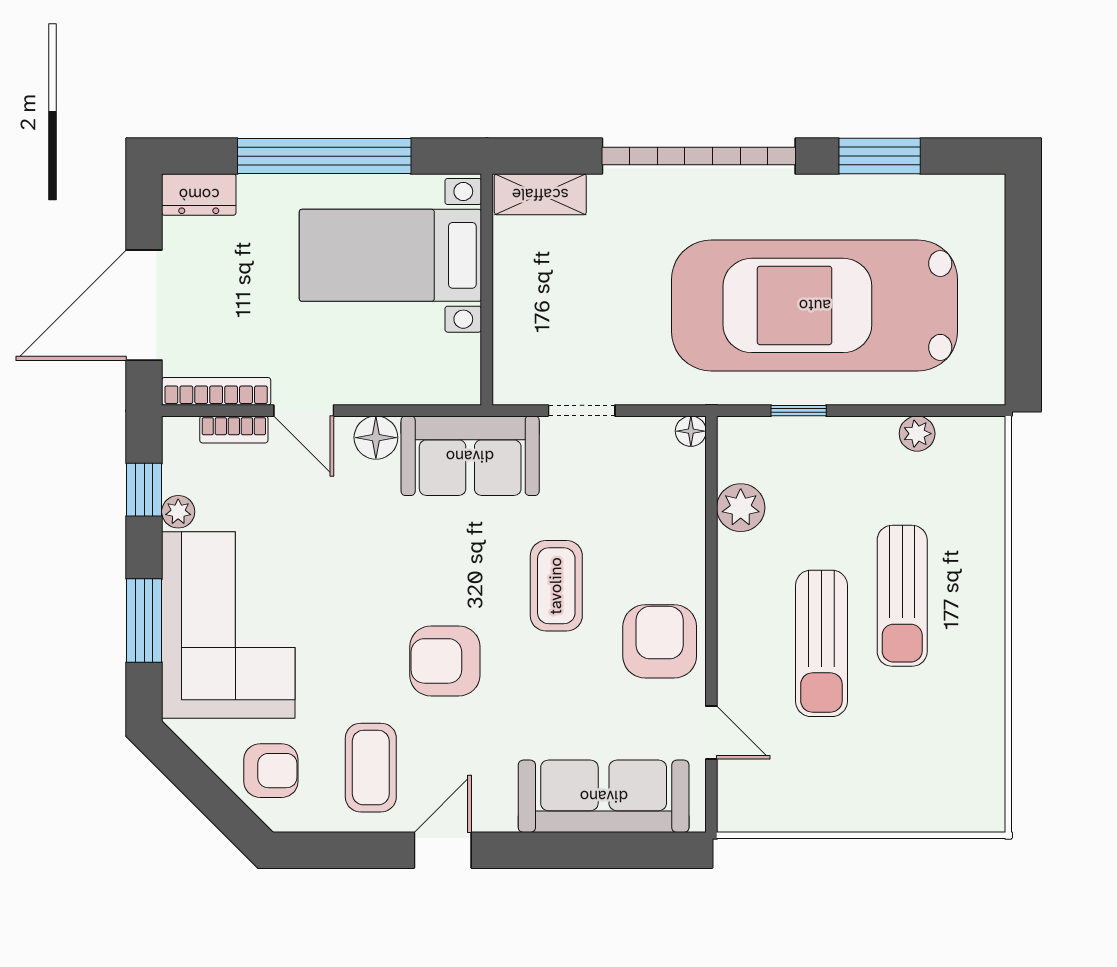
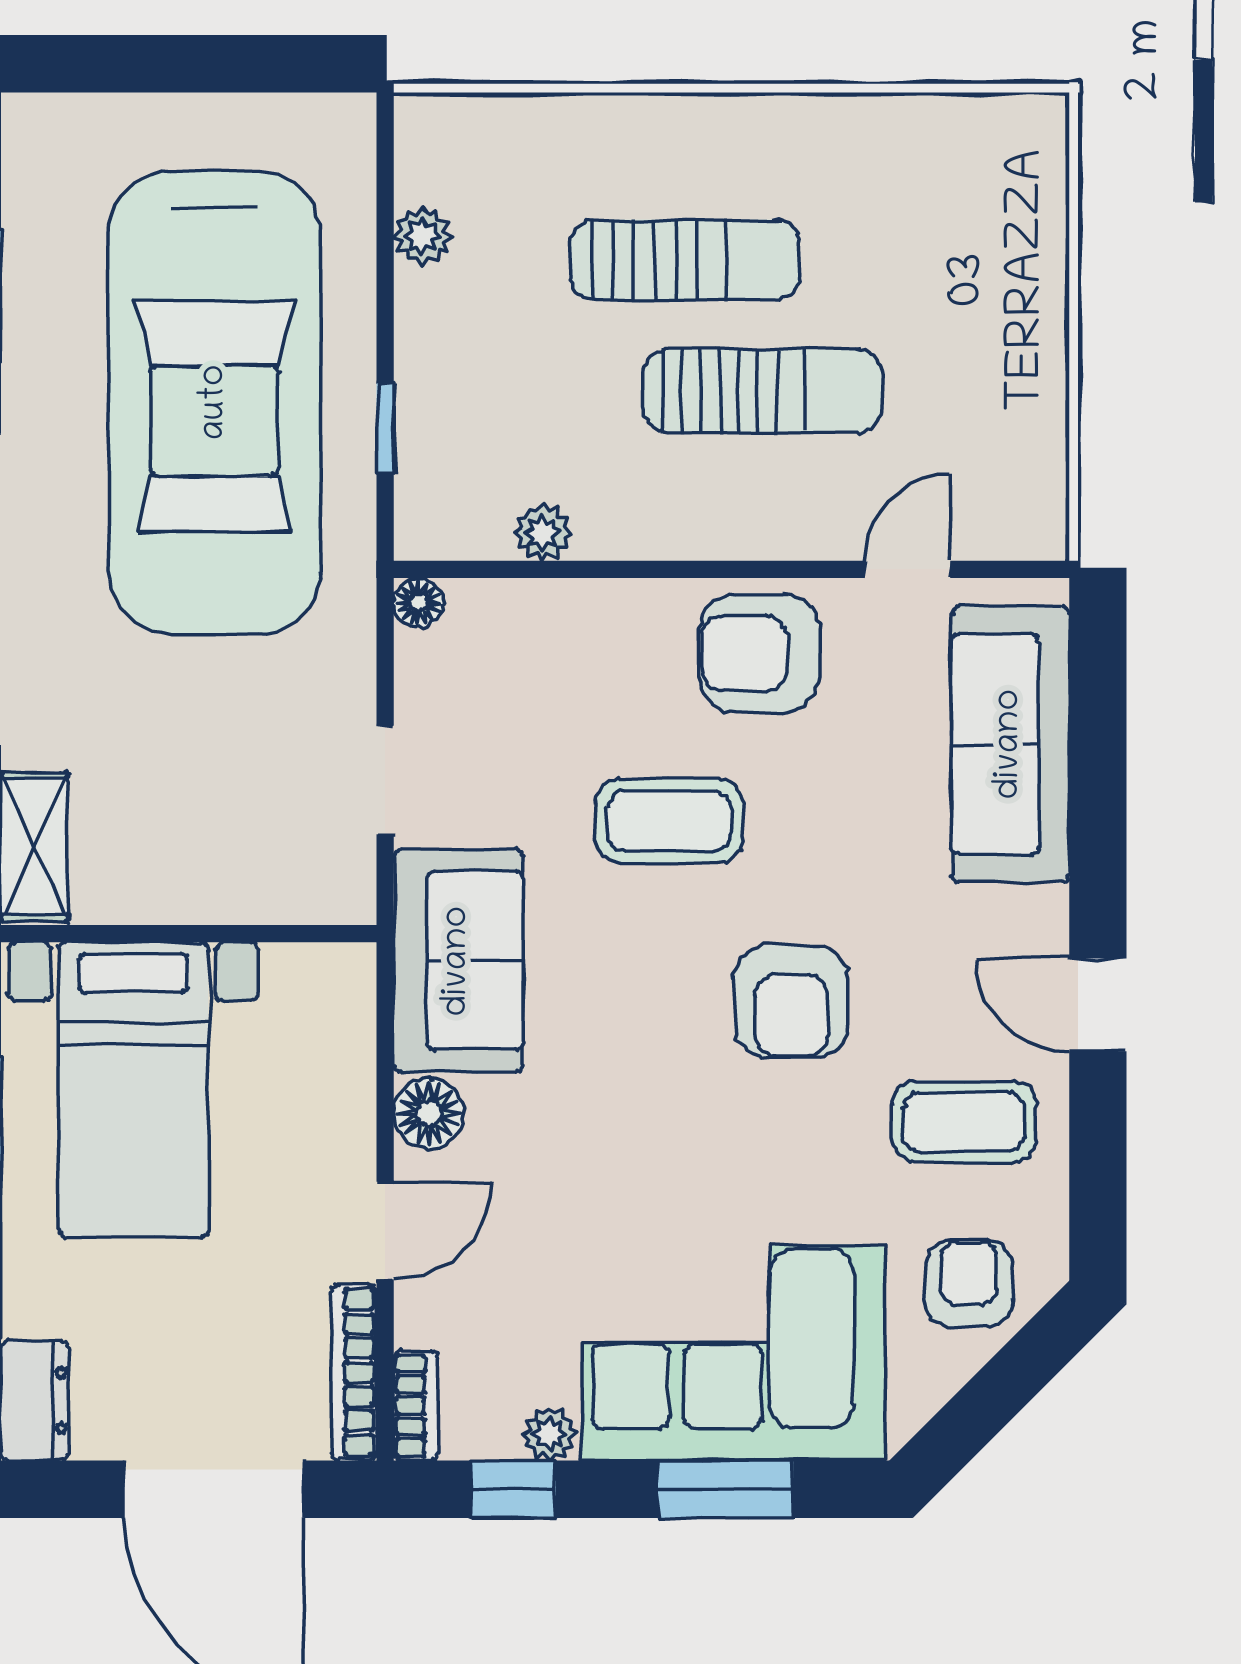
bookcase: (234, 429) -> (416, 1406), moved
plant: (741, 508) -> (542, 532), width x0.73, depth x0.73

